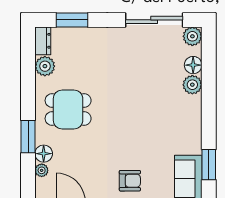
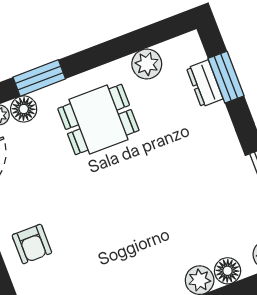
dresser: (43, 41) -> (205, 84), moved, turned 90
dining table: (68, 109) -> (98, 119), turned 90

